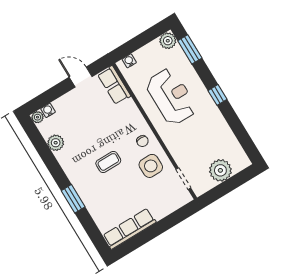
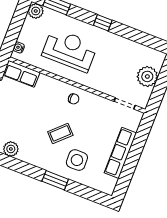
coffee table: (108, 162) -> (60, 133), turned 46
side table: (151, 166) -> (77, 160), moved
row of seats: (129, 229) -> (120, 153), moved

